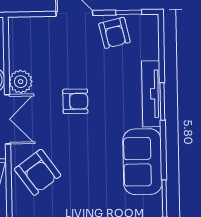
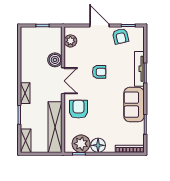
plant: (21, 82) -> (70, 41), moved
armchair: (38, 172) -> (78, 109), turned -144

